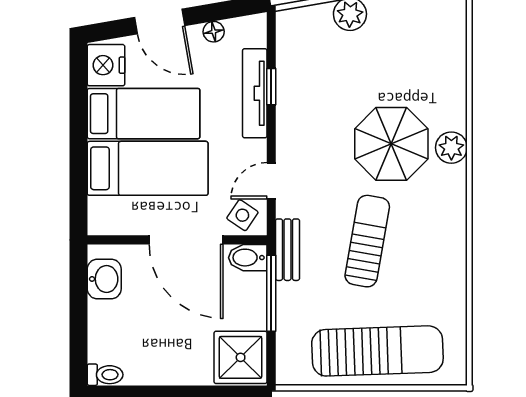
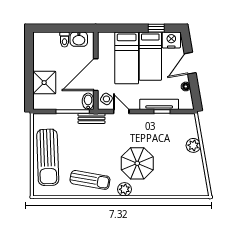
window: (78, 100) -> (156, 28), added
plant: (451, 148) -> (124, 189), moved
sun lounger: (367, 241) -> (90, 180), moved
shower: (241, 357) -> (44, 83), moved
toilet: (105, 375) -> (65, 40), moved

